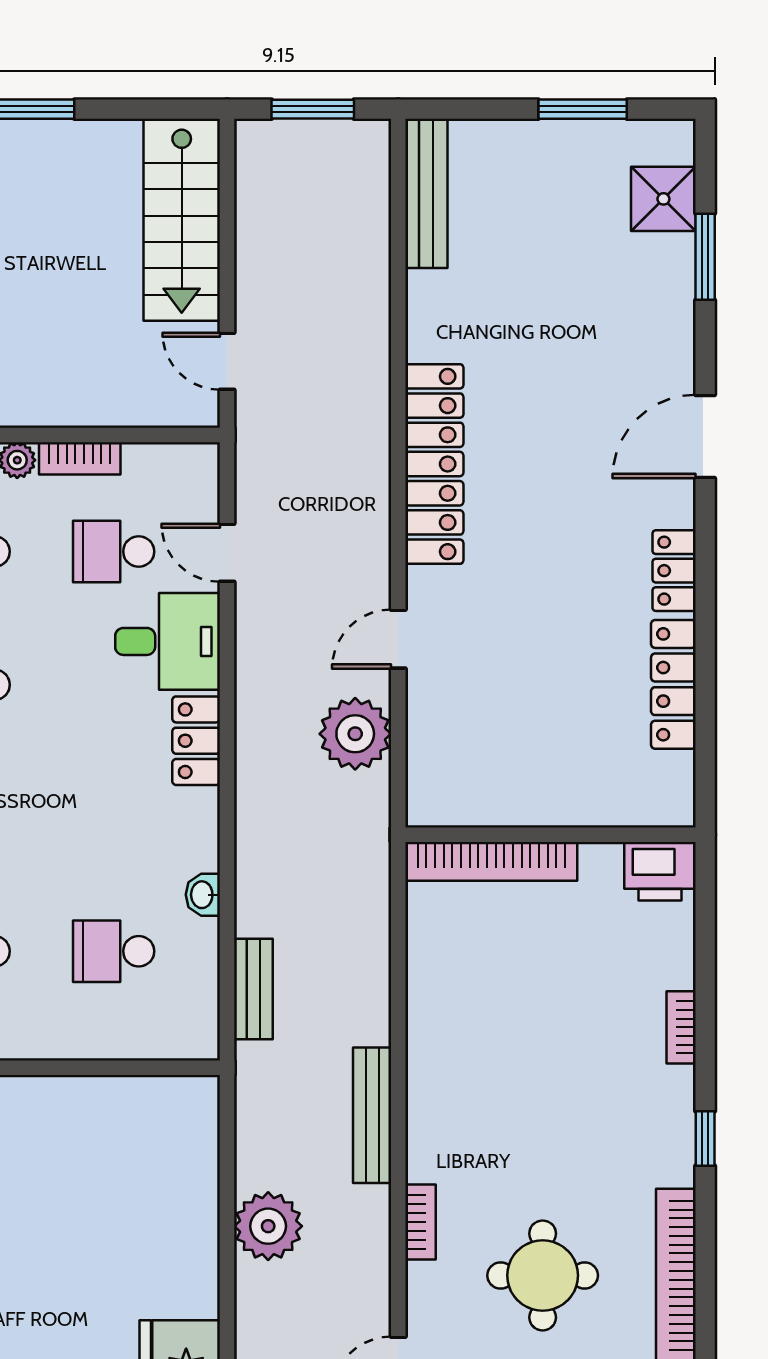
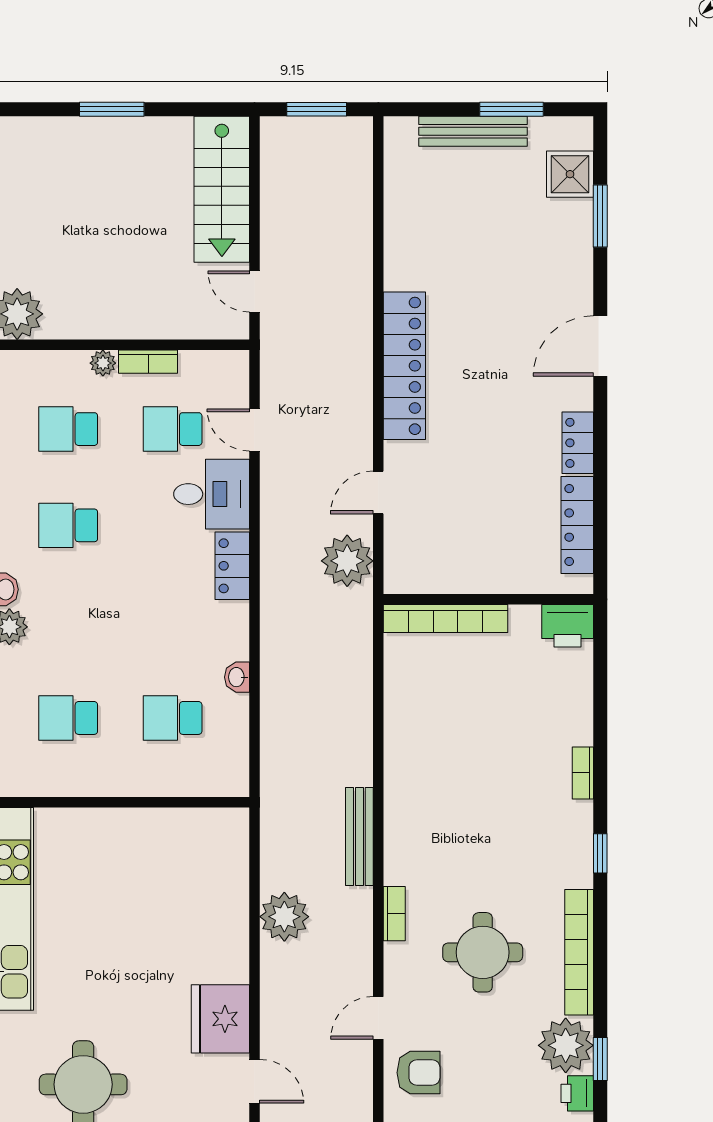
bench: (426, 193) -> (473, 131), moved, turned 90
wall: (551, 835) -> (488, 599), moved
bookcase: (491, 861) -> (446, 619), moved
printer: (660, 871) -> (568, 626), moved
bench: (253, 989) -> (274, 745), removed

